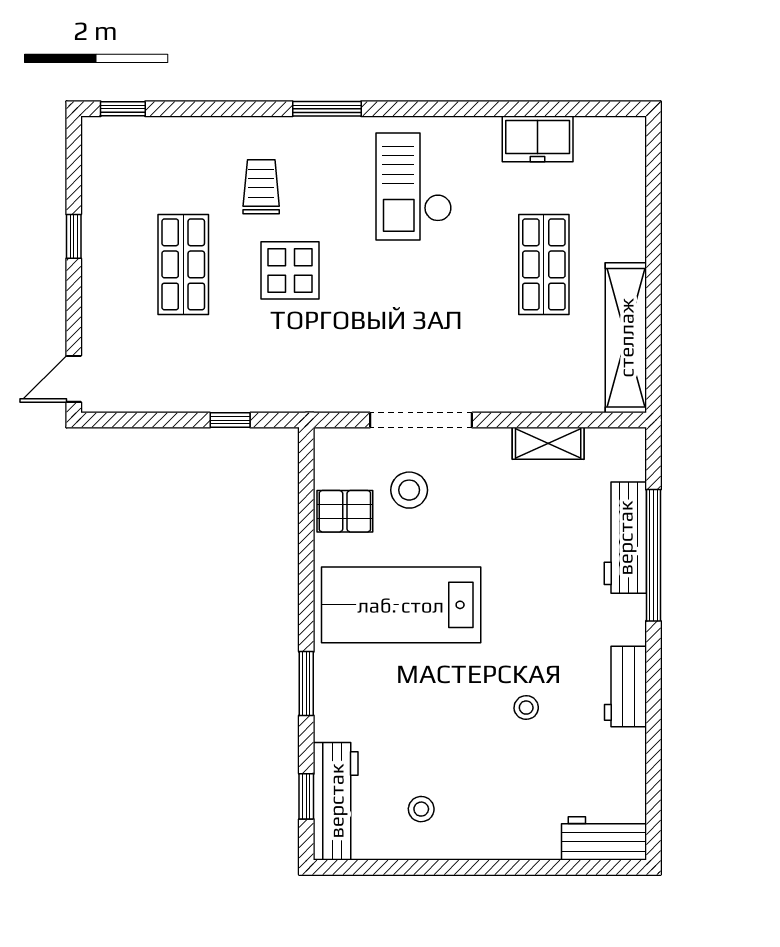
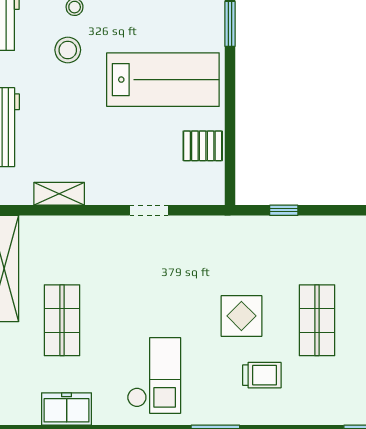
trolley: (261, 187) -> (262, 375), turned -90
doorway: (421, 420) -> (149, 210), width x0.53
stool: (409, 490) -> (68, 50), moved

